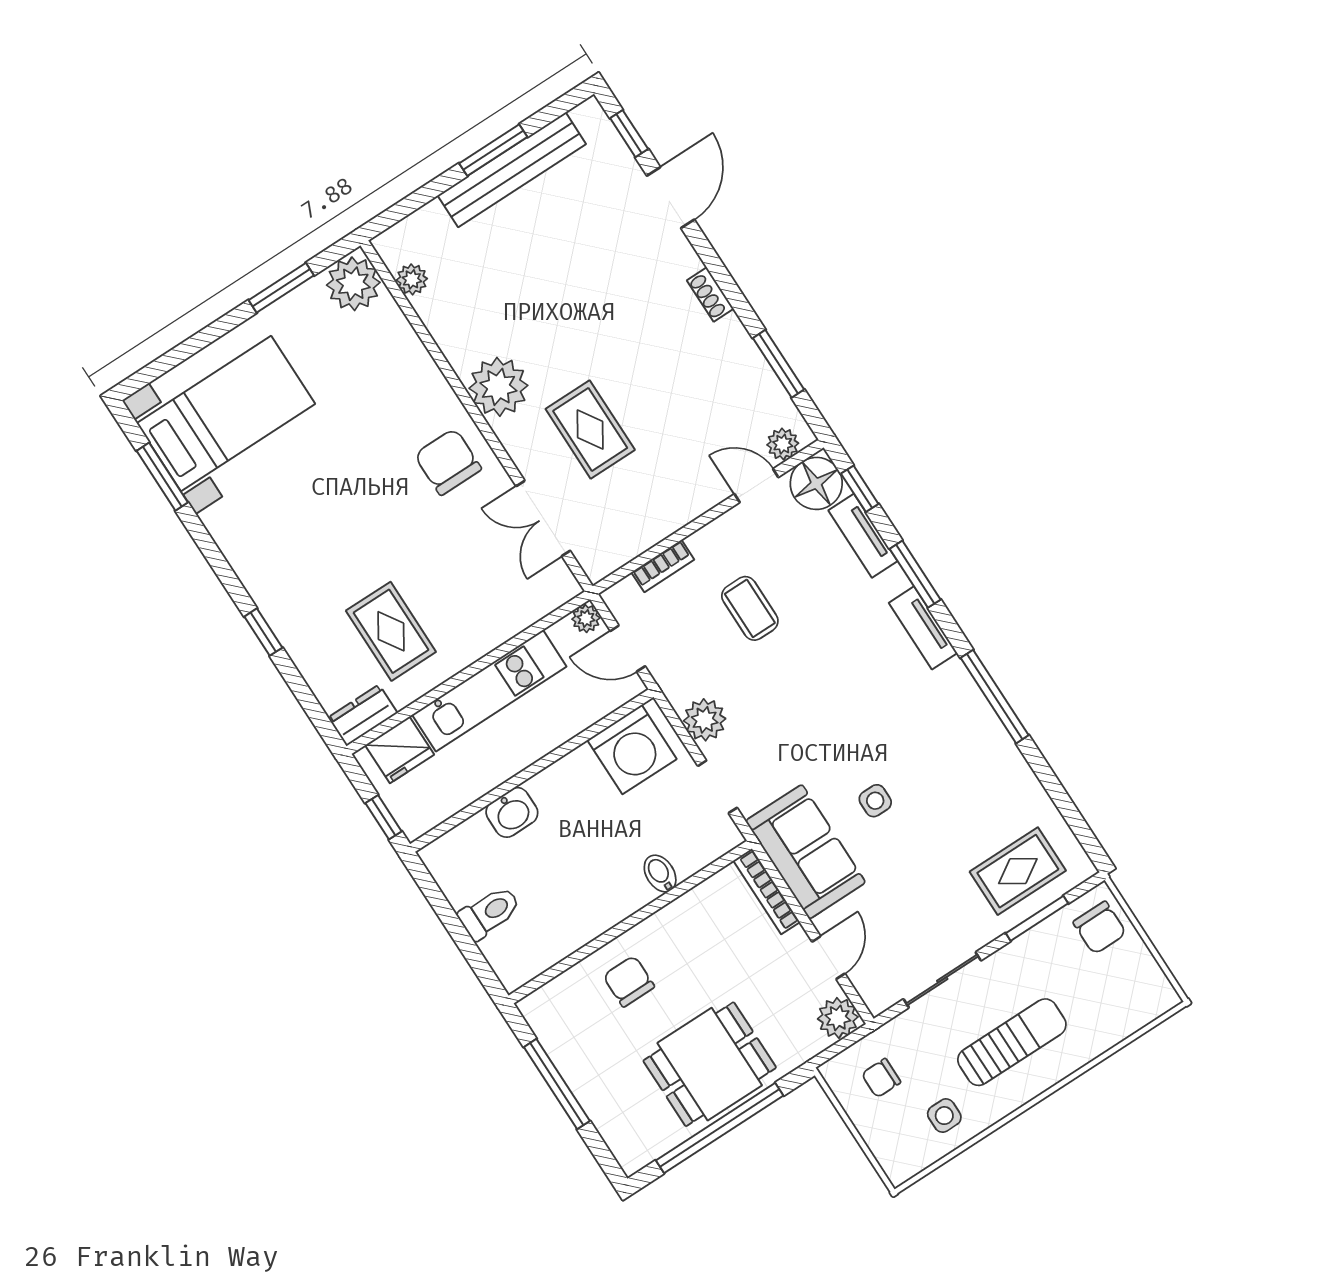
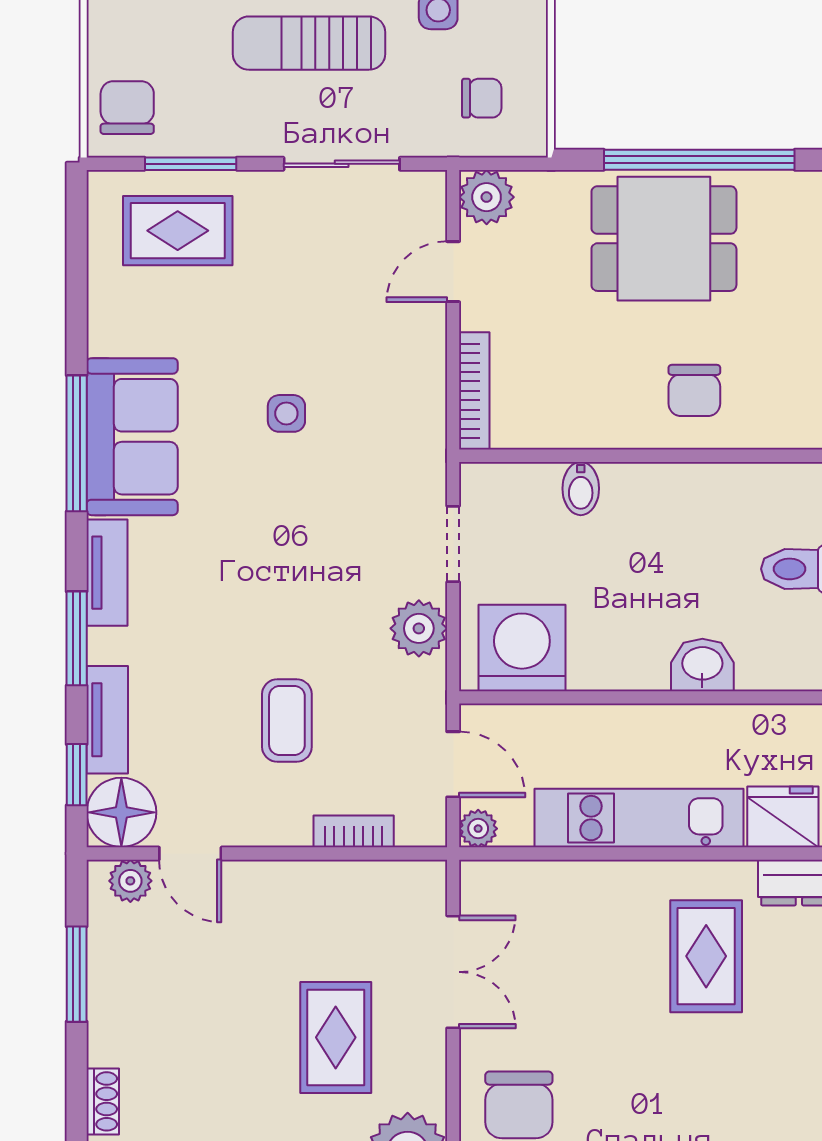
sofa: (806, 852) -> (132, 437), moved, turned 180

